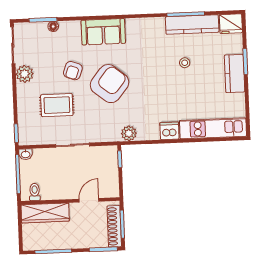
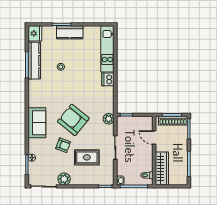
rug: (57, 105) -> (87, 157), turned 90
plant: (129, 133) -> (109, 119), moved

